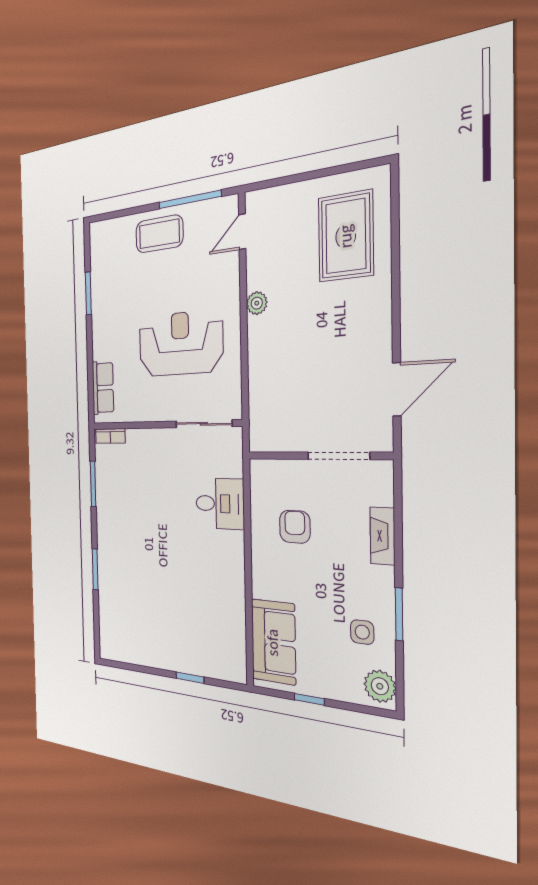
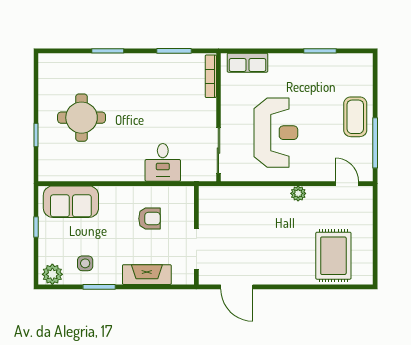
rug: (346, 236) -> (333, 256), turned 90
bookcase: (110, 436) -> (211, 76), width x1.56
fireplace: (382, 536) -> (147, 275), width x1.37, depth x1.32
round table: (168, 612) -> (82, 118), added

